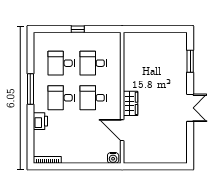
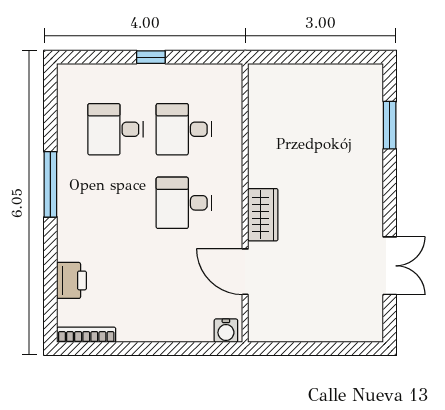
desk: (61, 98) -> (116, 203), removed
double door: (190, 108) -> (390, 266), moved
printer: (40, 121) -> (72, 280), moved

